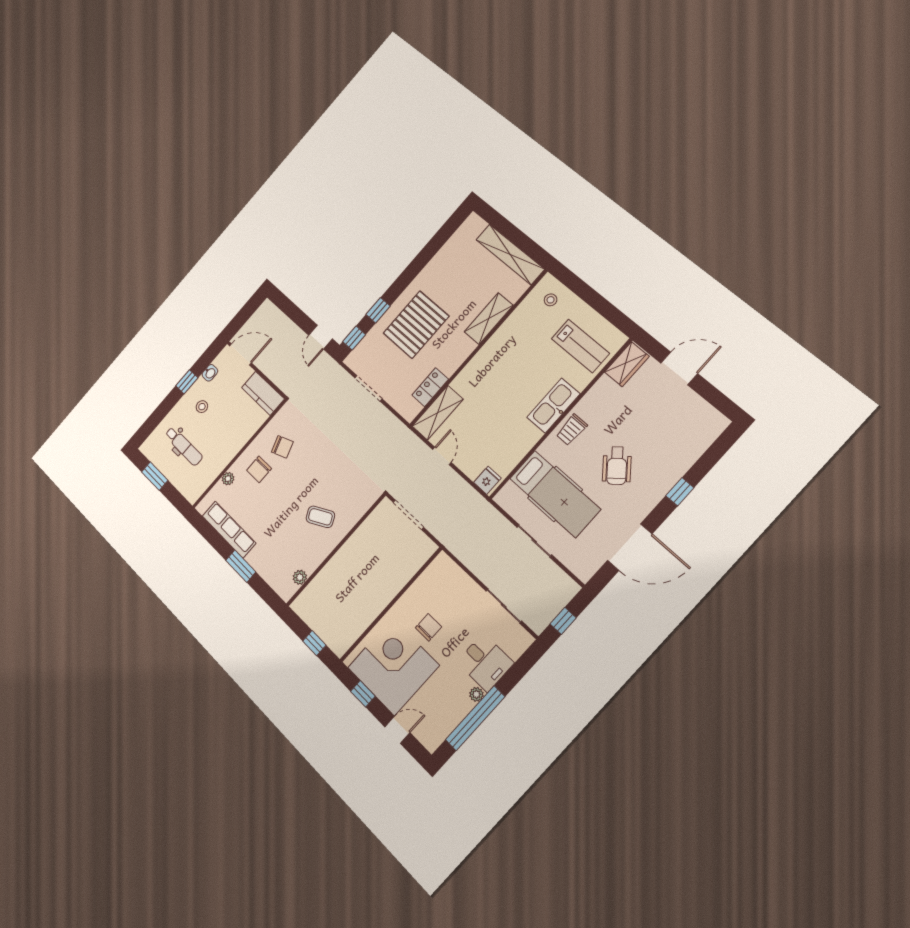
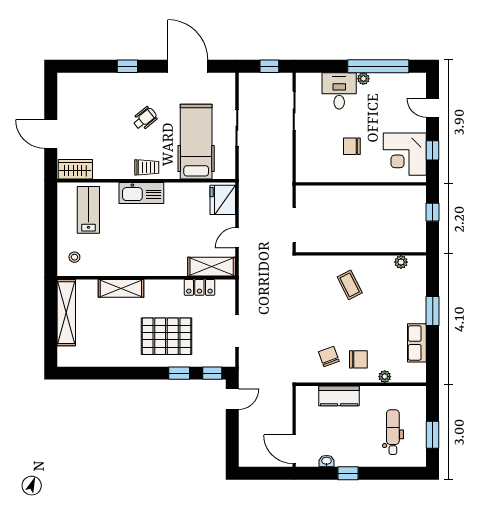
kitchen counter: (263, 393) -> (339, 396), moved, turned 90
stool: (202, 407) -> (354, 444), removed
wheelchair: (617, 466) -> (145, 119), width x0.73, depth x0.73
fridge: (487, 480) -> (223, 200), width x1.88, depth x1.34
row of seats: (229, 530) -> (417, 343), width x0.68
corner desk: (393, 667) -> (405, 154), width x0.74, depth x0.74

